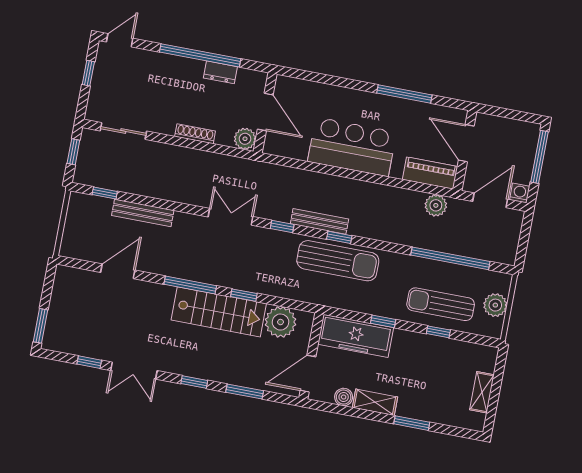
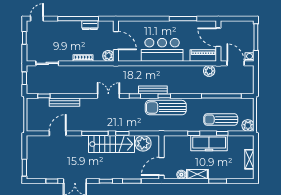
door: (490, 200) -> (236, 63), hinge flipped
sun lounger: (338, 261) -> (166, 108), turned 180
plant: (495, 305) -> (248, 125), moved
freezer: (356, 336) -> (209, 143), moved

